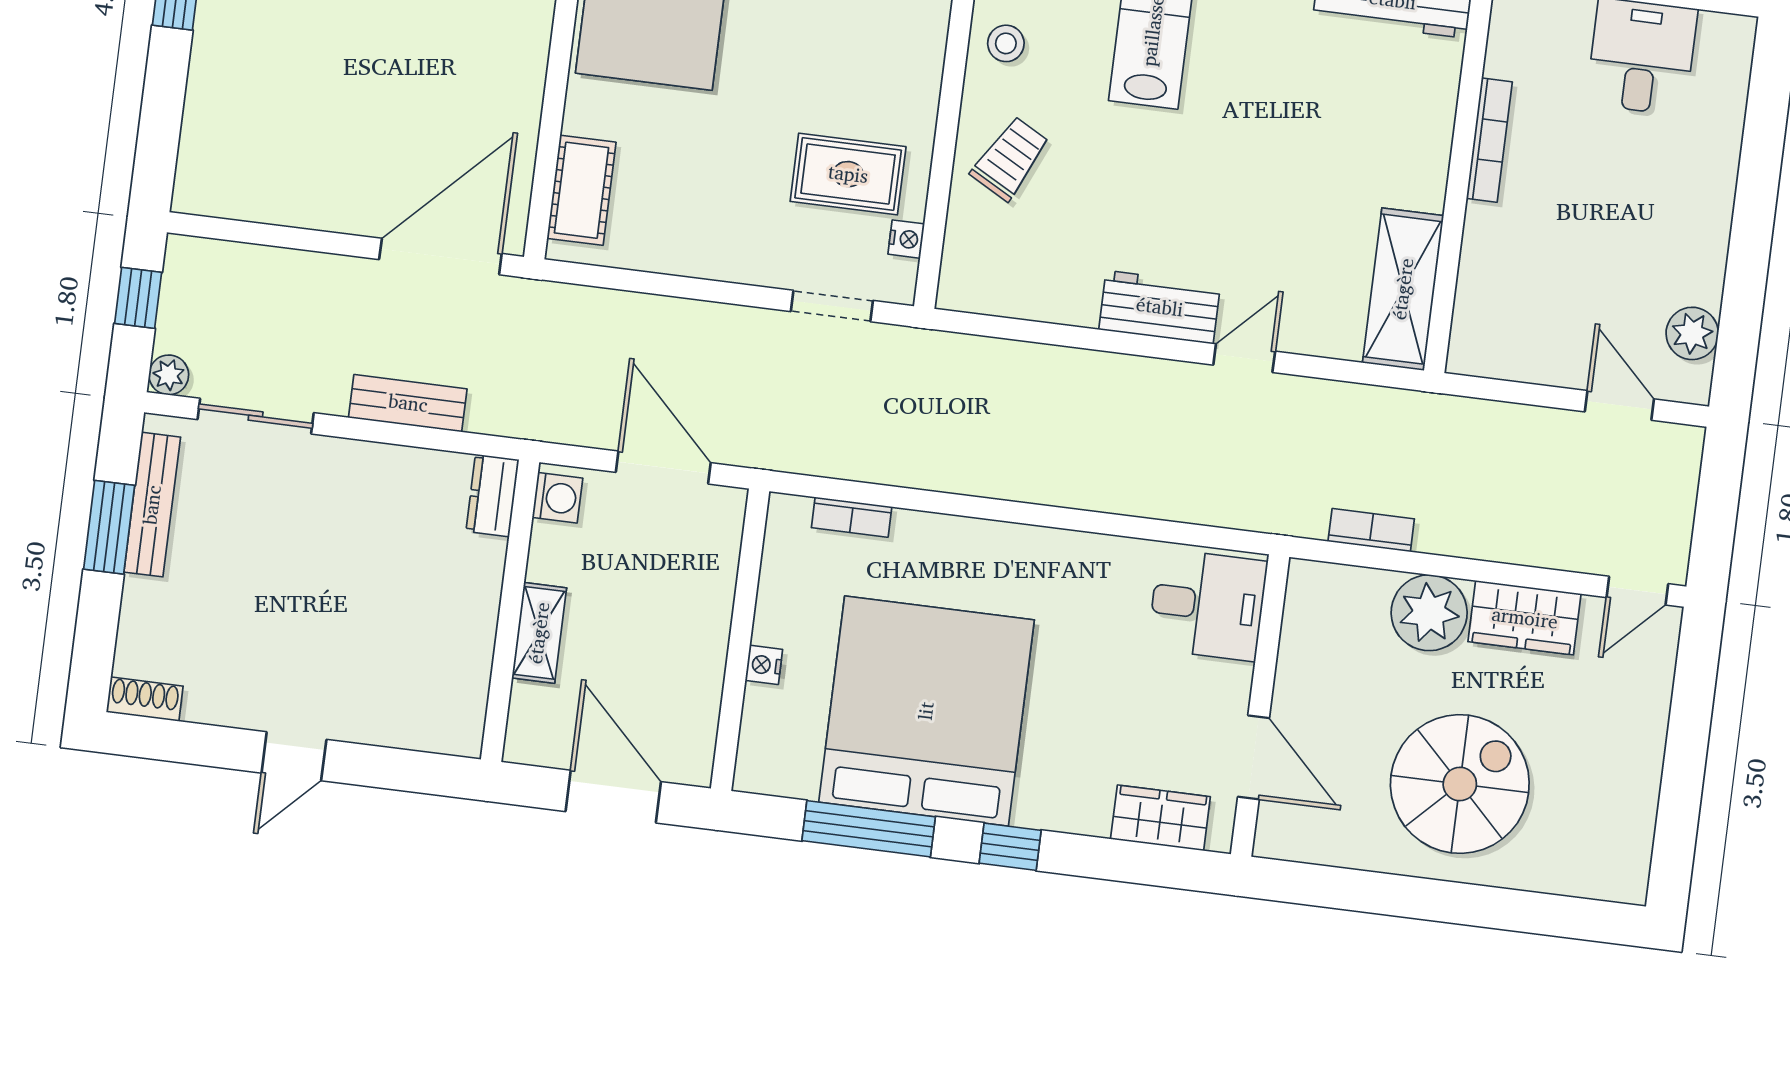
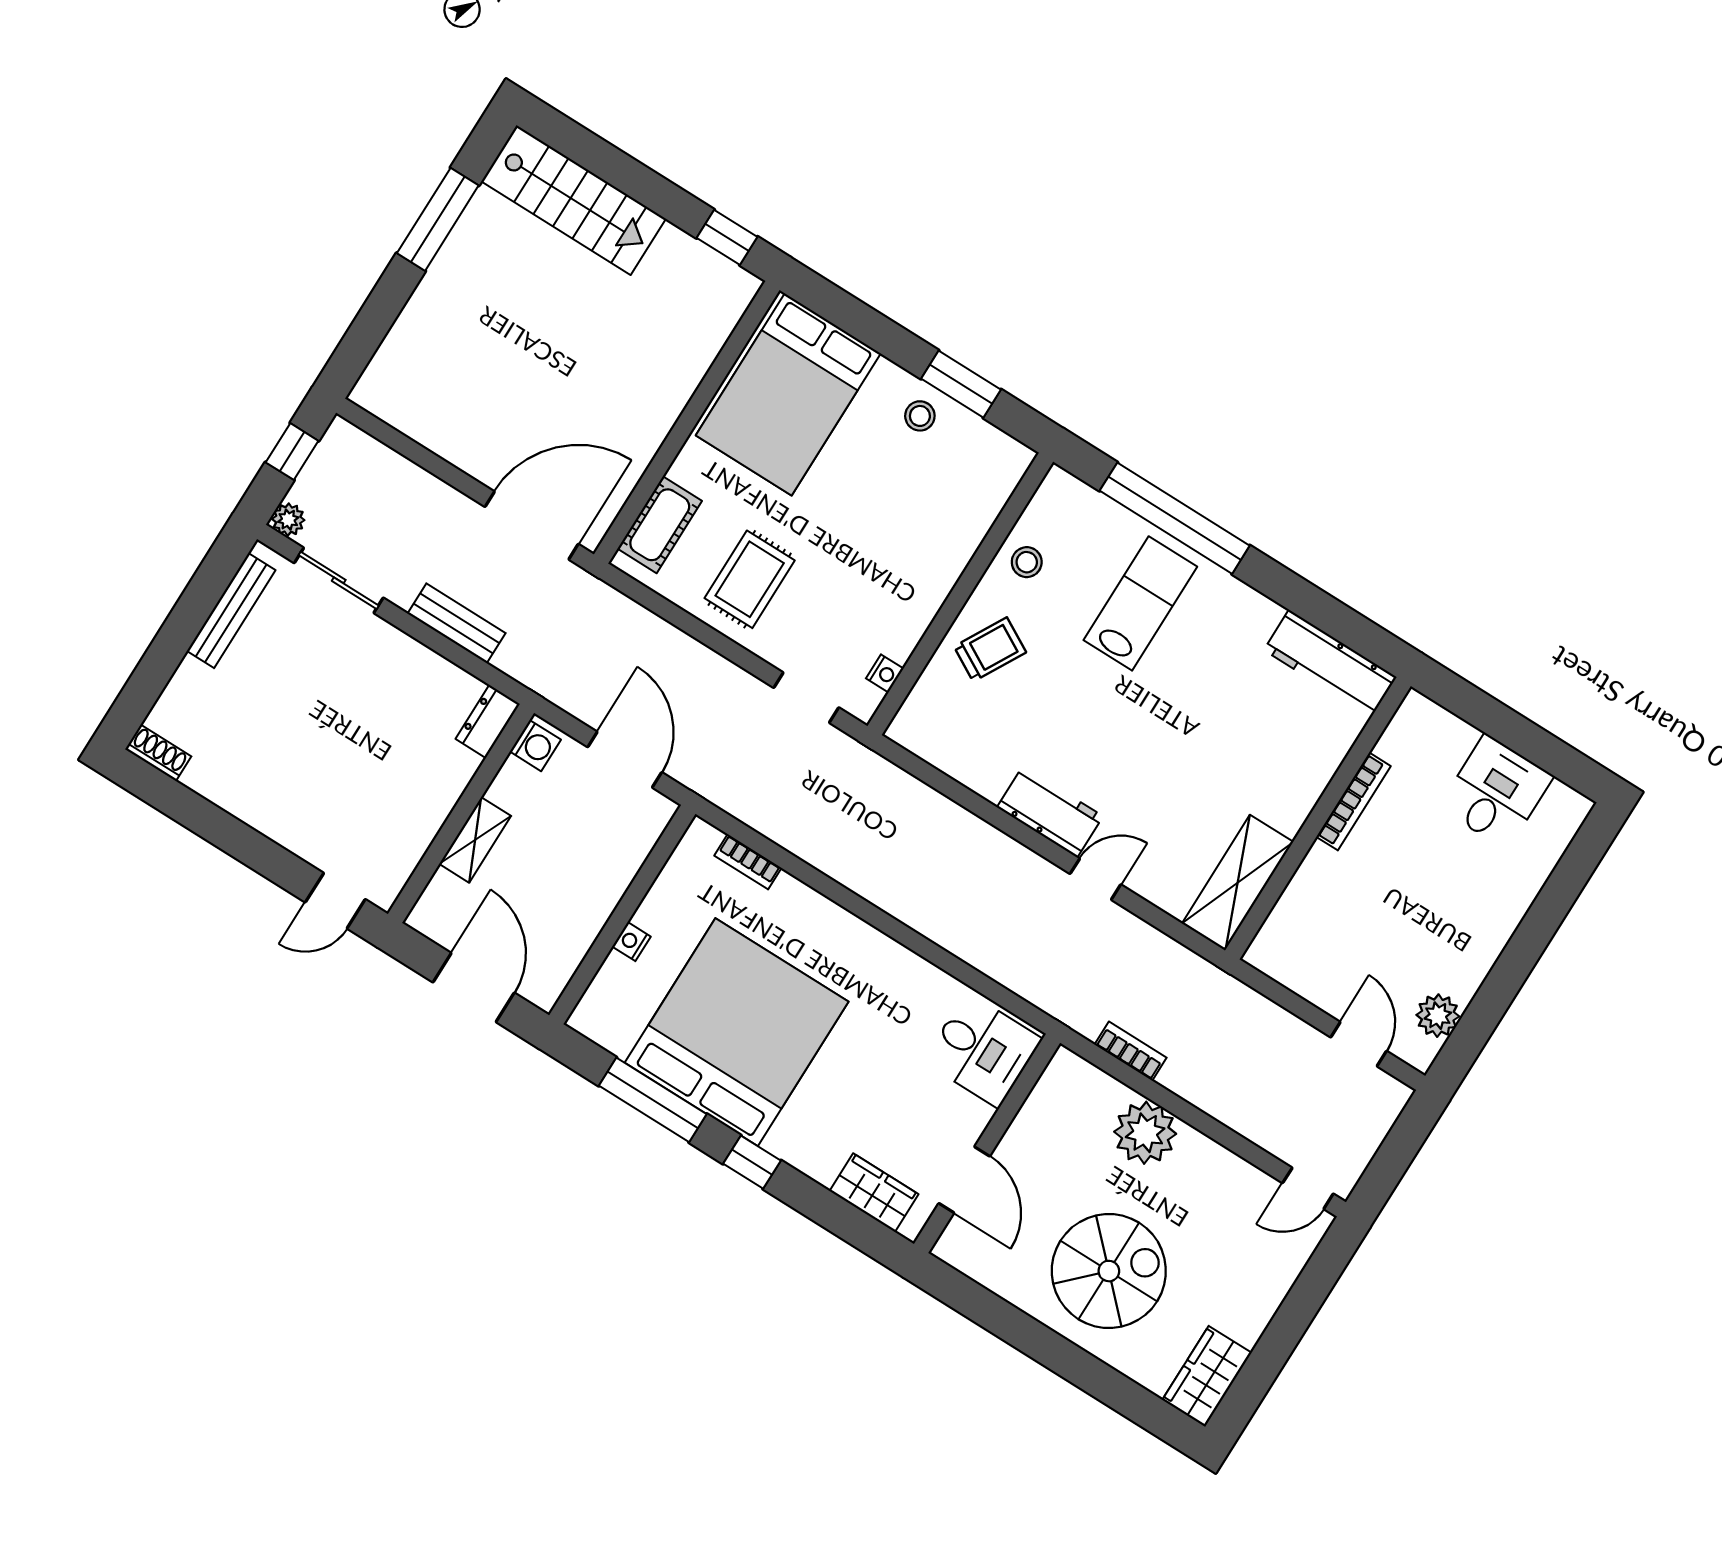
rug: (848, 174) -> (750, 579), moved, turned 90
window: (109, 527) -> (191, 612), removed
wardrobe: (1525, 618) -> (1207, 1376), moved, turned 90
door: (294, 756) -> (335, 901), moved

